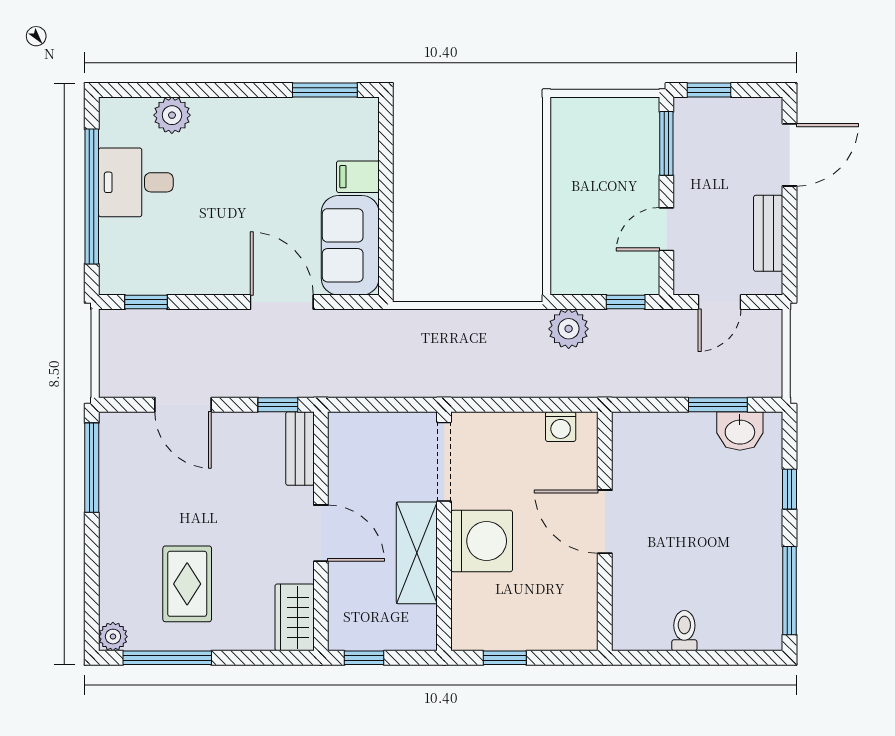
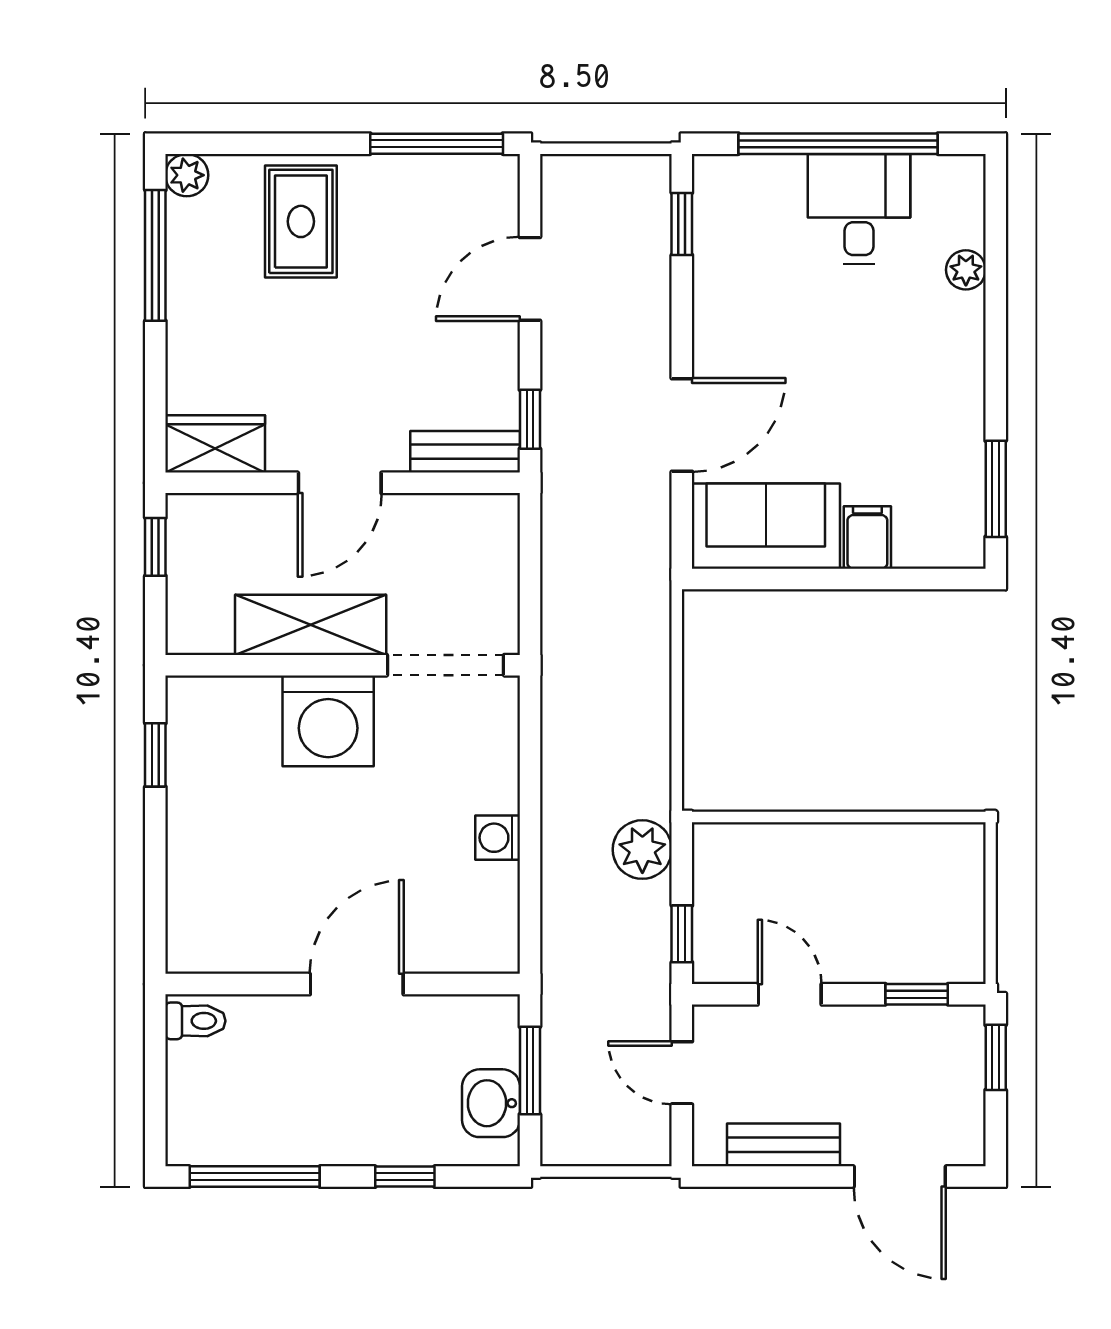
plant: (172, 115) -> (966, 270), width x0.73, depth x0.73
window: (666, 143) -> (917, 994), width x0.67
door: (605, 522) -> (357, 984), moved
wall: (605, 531) -> (343, 984), moved
rug: (187, 584) -> (301, 221), moved, turned 90

